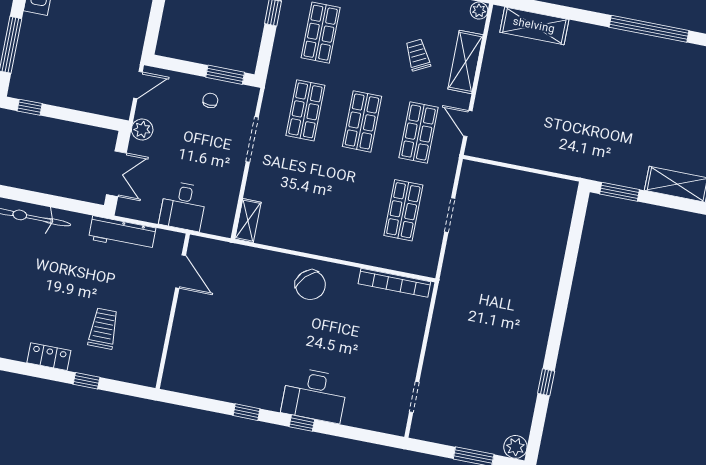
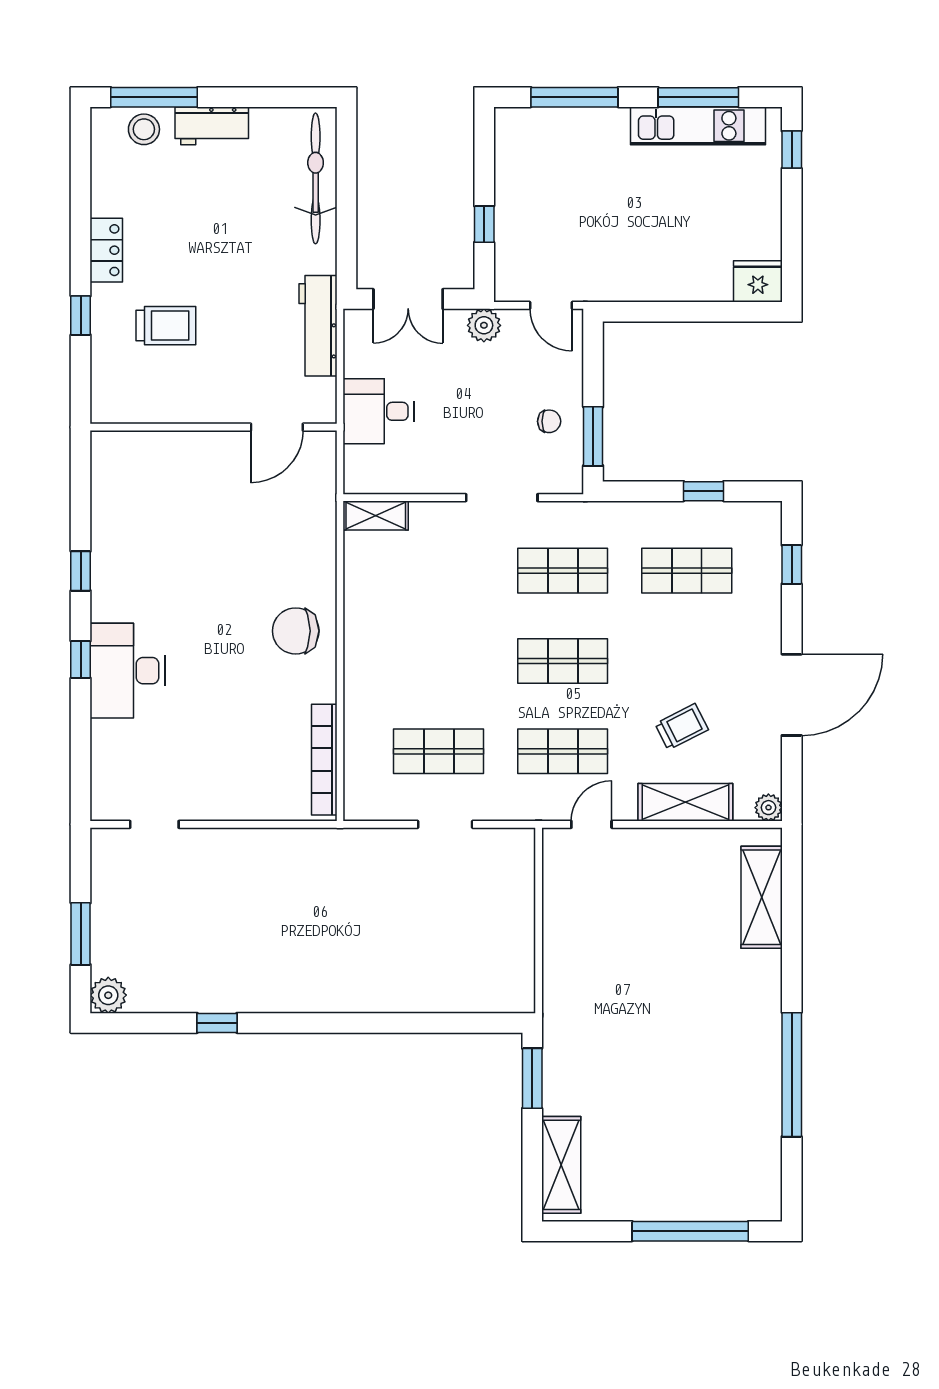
window: (30, 107) -> (484, 224), moved
chair: (310, 285) -> (296, 631), turned 46

